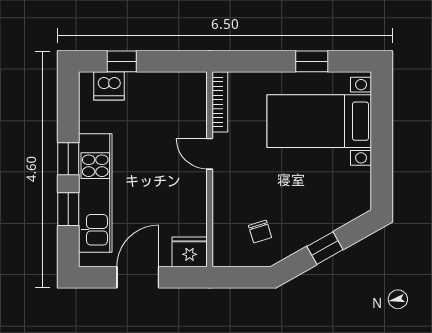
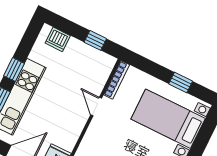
window: (122, 61) -> (95, 40), moved

